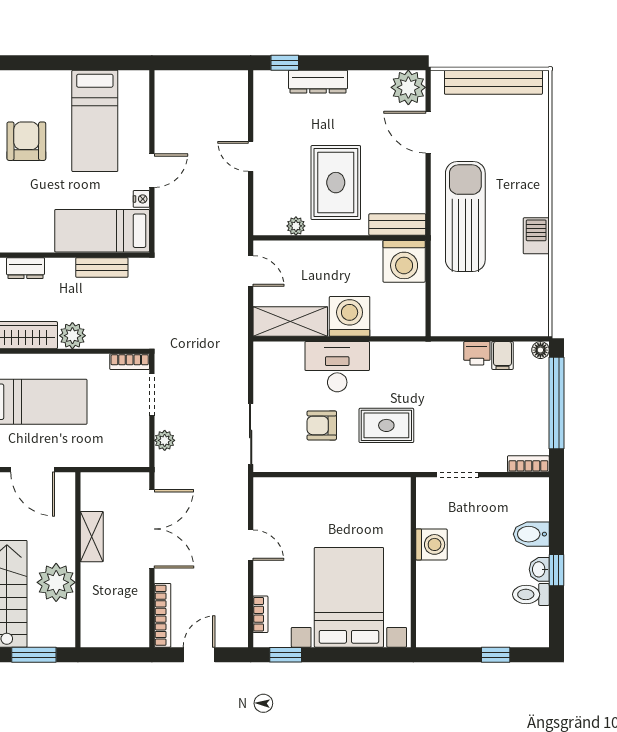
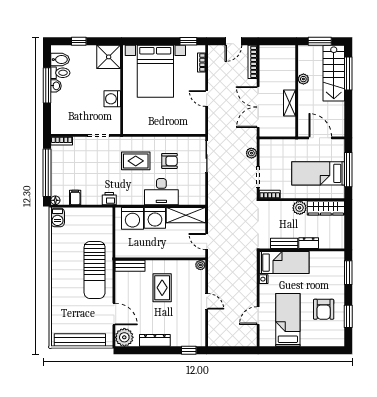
dresser: (318, 82) -> (155, 340), moved
door: (152, 171) -> (258, 316), moved
rug: (336, 183) -> (162, 288), width x0.73, depth x0.70
plant: (296, 226) -> (200, 265), moved
barbecue: (536, 236) -> (58, 217), moved
washing machine: (404, 261) -> (132, 218), moved, turned 180
dresser: (25, 268) -> (309, 243), moved
printer: (477, 353) -> (109, 199), moved
bidet: (531, 534) -> (60, 60), moved
window: (556, 570) -> (47, 85), width x2.17
plant: (56, 582) -> (303, 79), width x0.53, depth x0.53
shower: (438, 625) -> (109, 57), added

